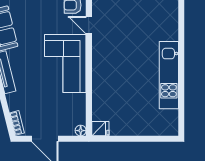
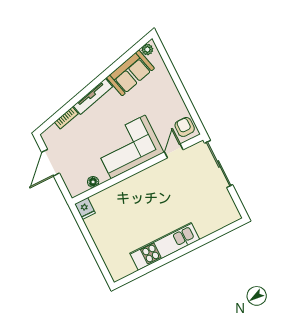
bookcase: (17, 123) -> (66, 118), moved
floor lamp: (81, 131) -> (93, 182), moved

